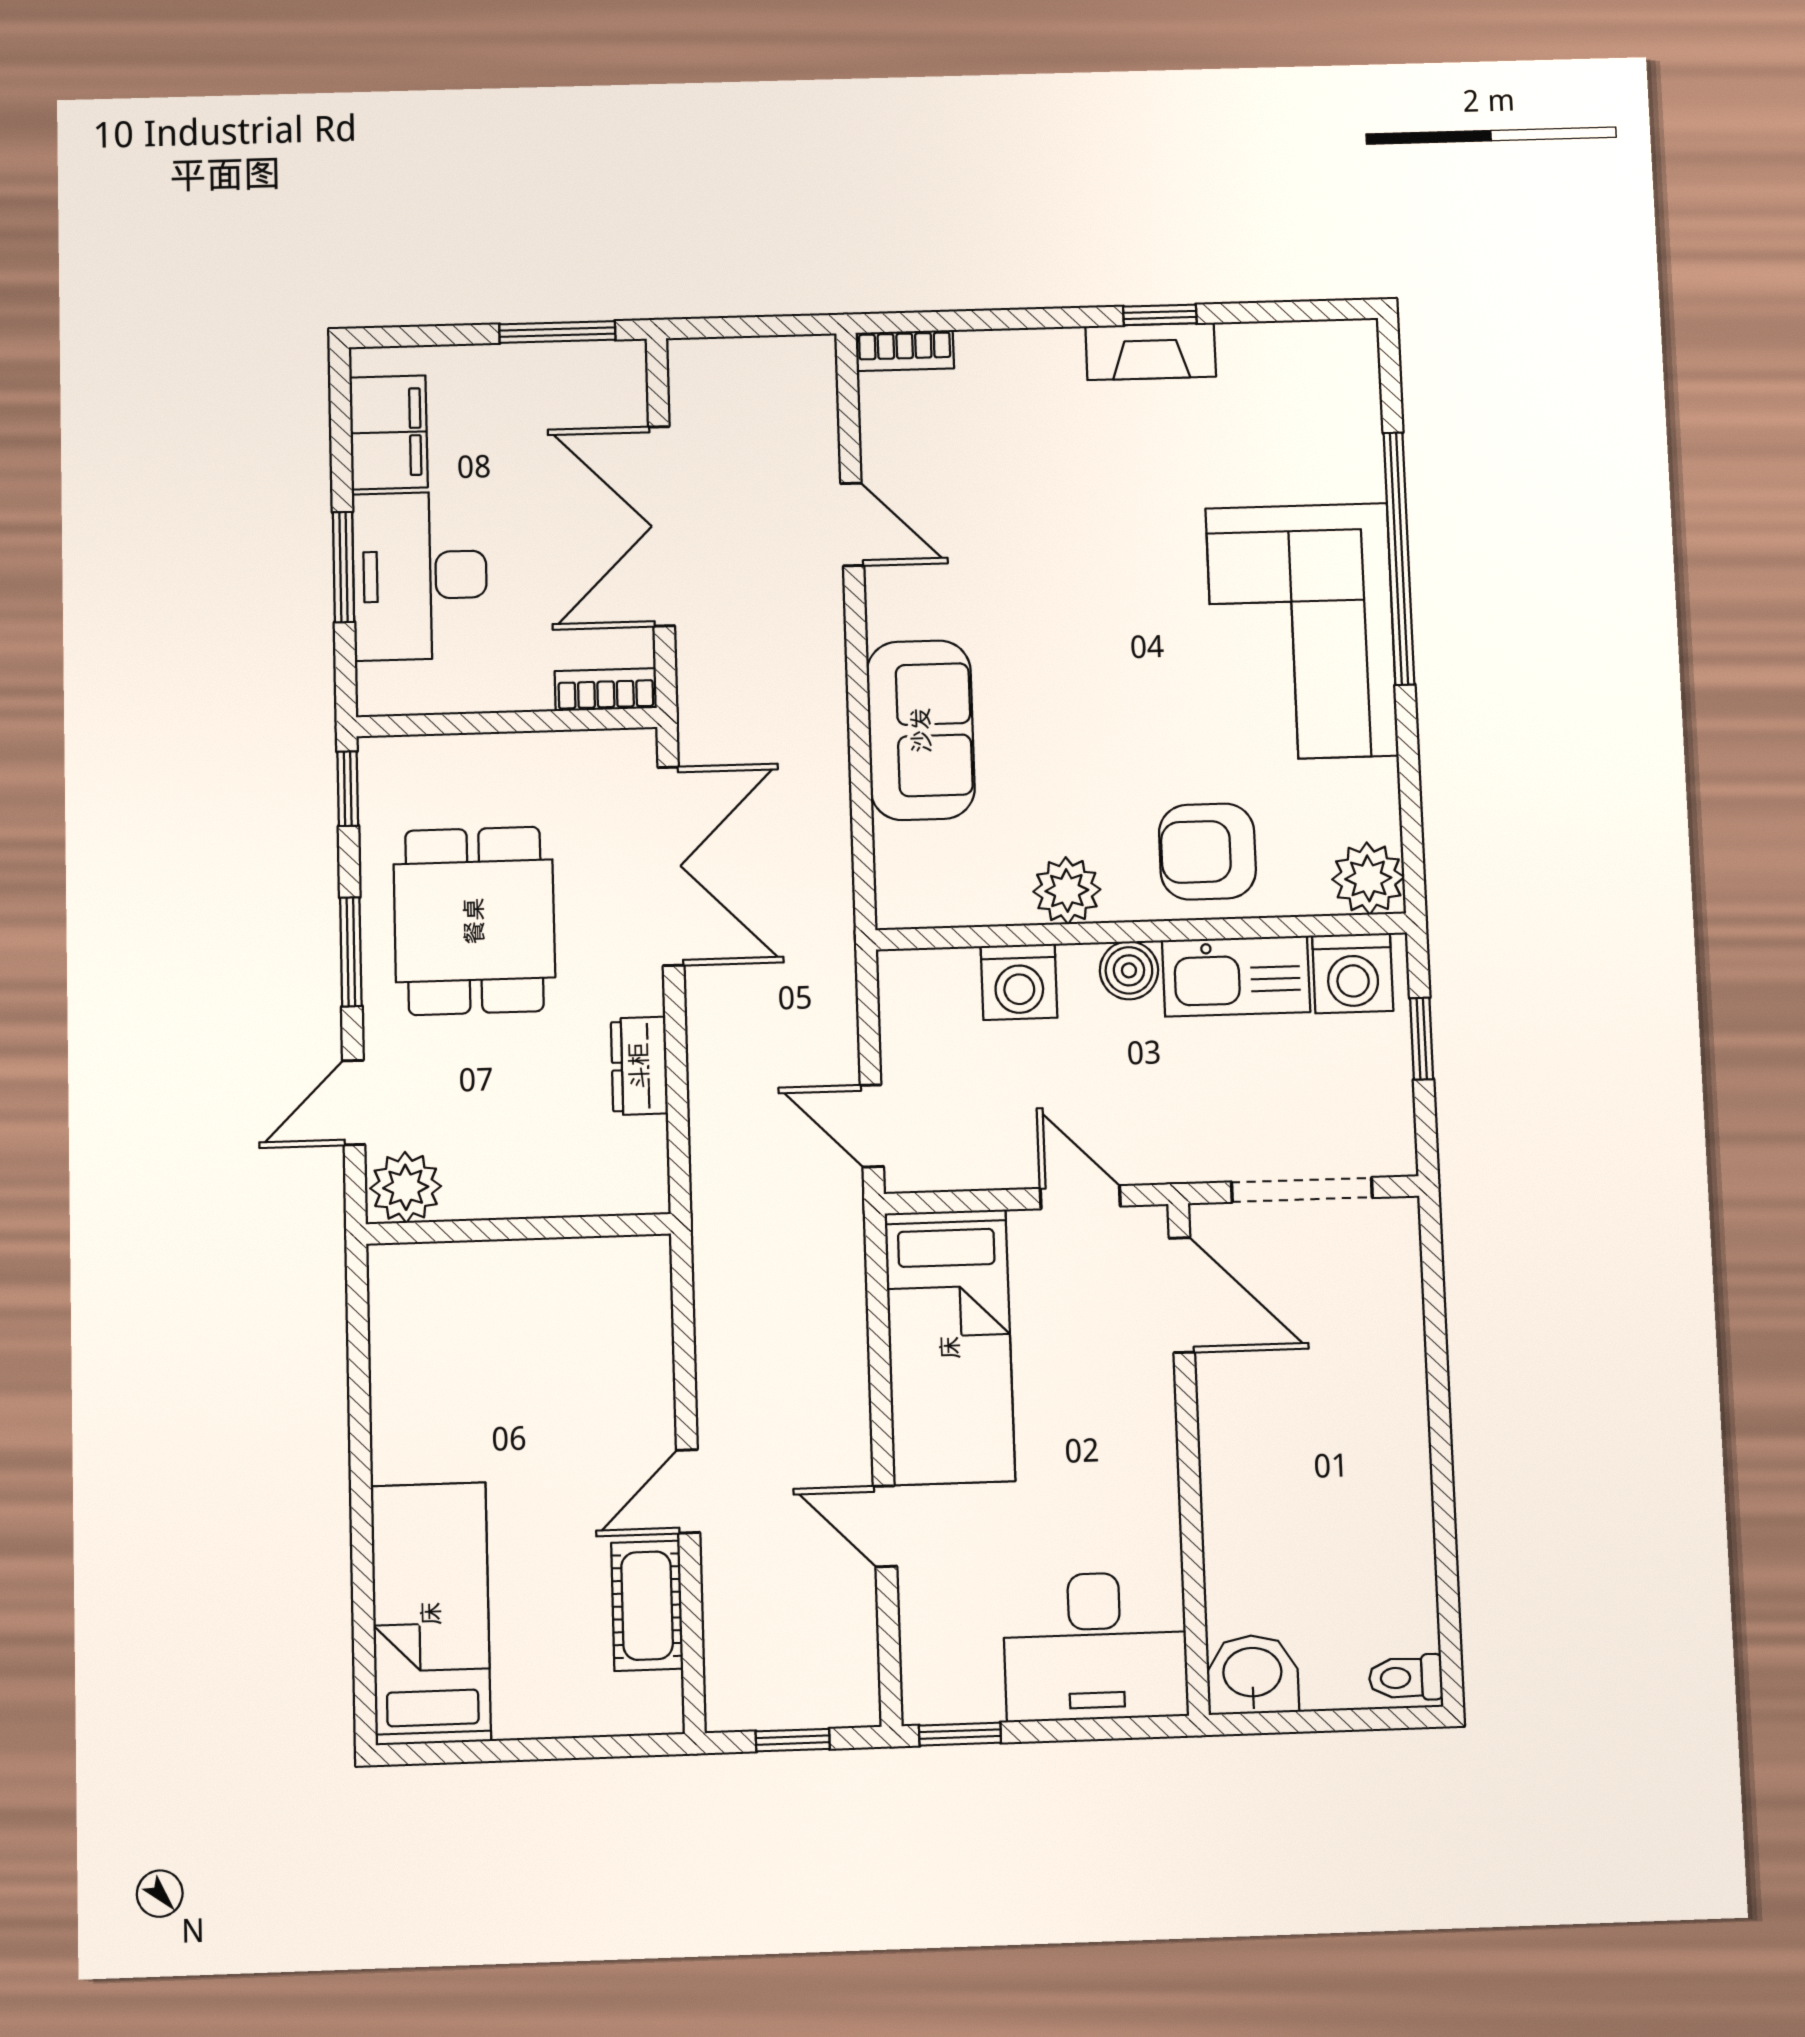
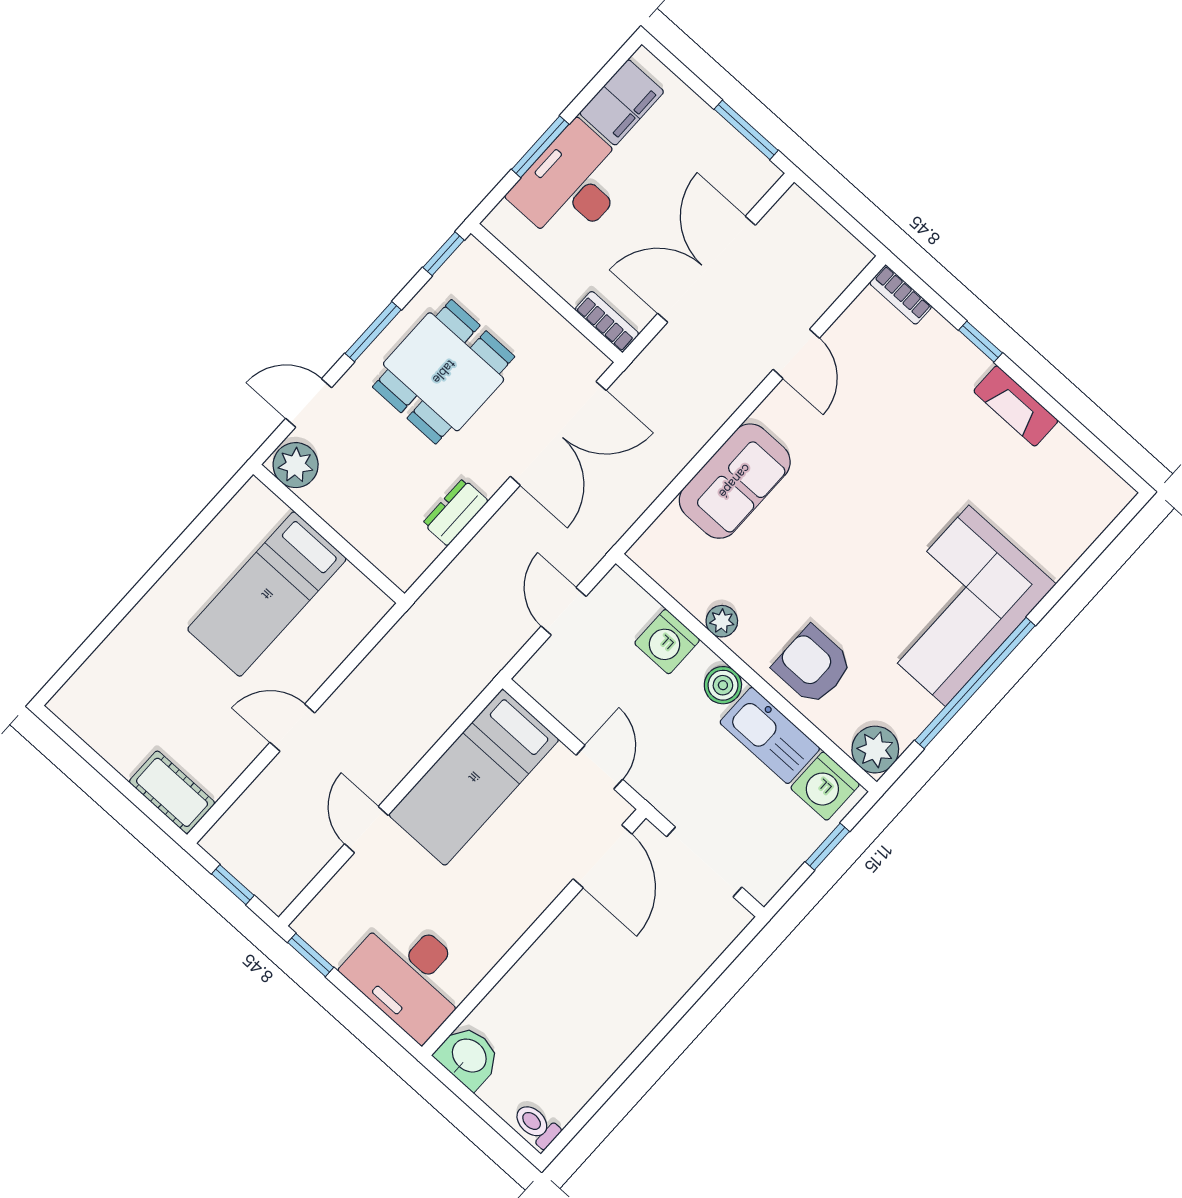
window: (1160, 315) -> (980, 342), moved
window: (1399, 558) -> (975, 683), moved
plant: (1067, 891) -> (722, 621), width x0.73, depth x0.73
door: (872, 1126) -> (564, 611), moved
cot: (647, 1606) -> (172, 792), moved, turned 90
bed: (431, 1613) -> (267, 594), moved, turned 180

